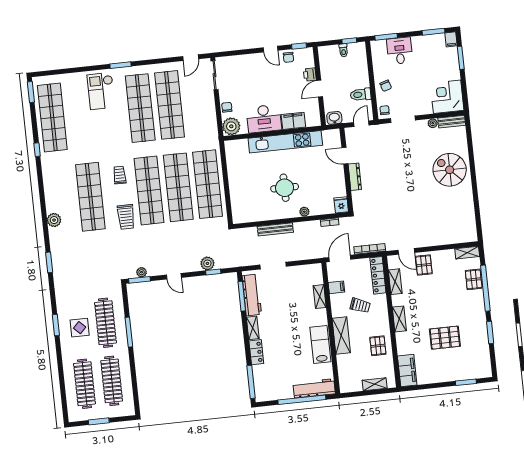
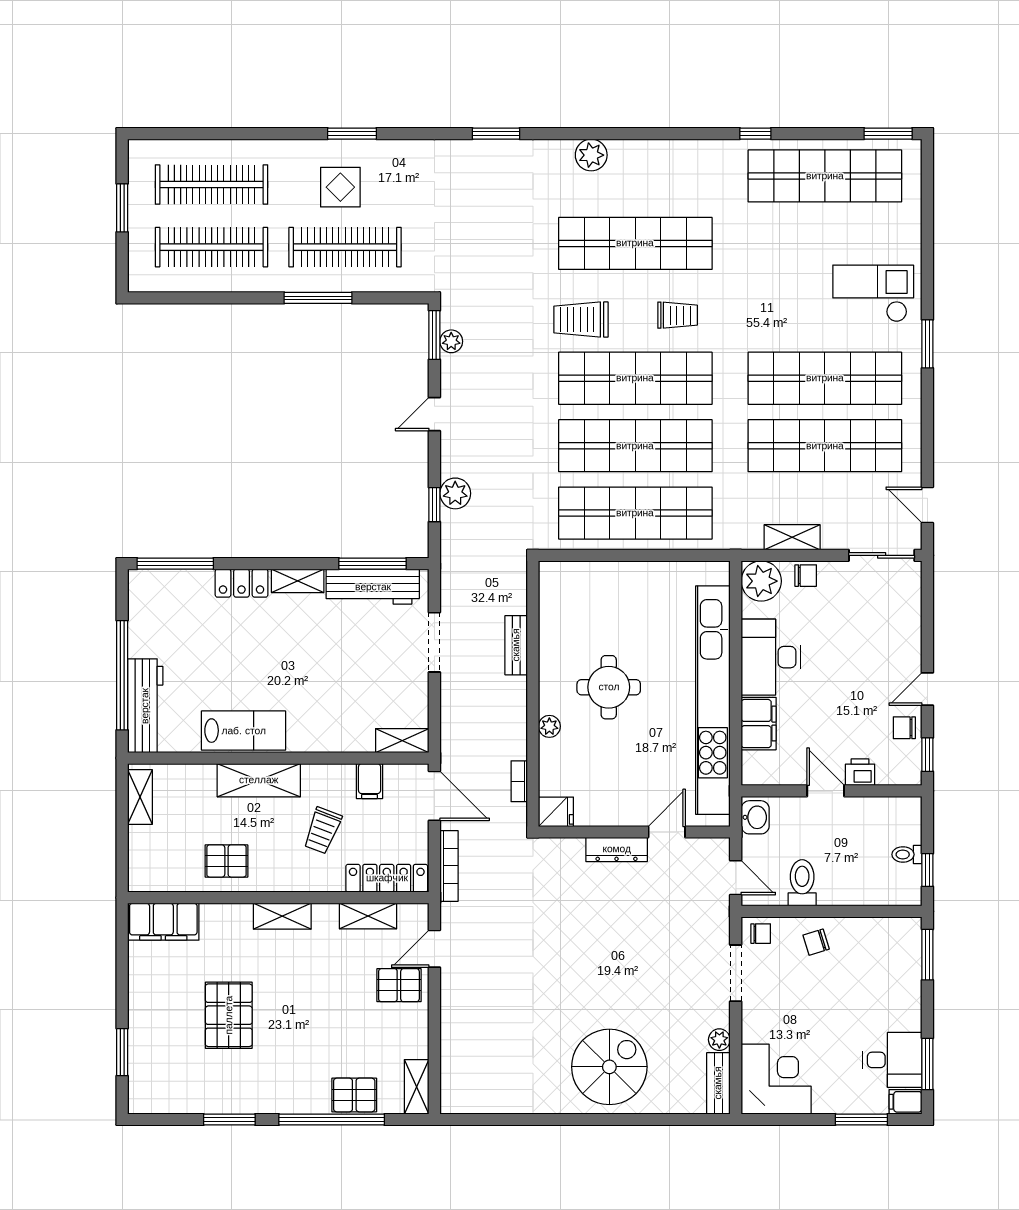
desk: (400, 51) -> (892, 1060), moved
shelving: (211, 115) -> (792, 537), added
kitchen unit: (285, 142) -> (713, 700), width x1.36
bench: (275, 229) -> (516, 645), width x0.73
shelving: (320, 297) -> (402, 741), moved
shelving: (375, 384) -> (140, 797), moved

